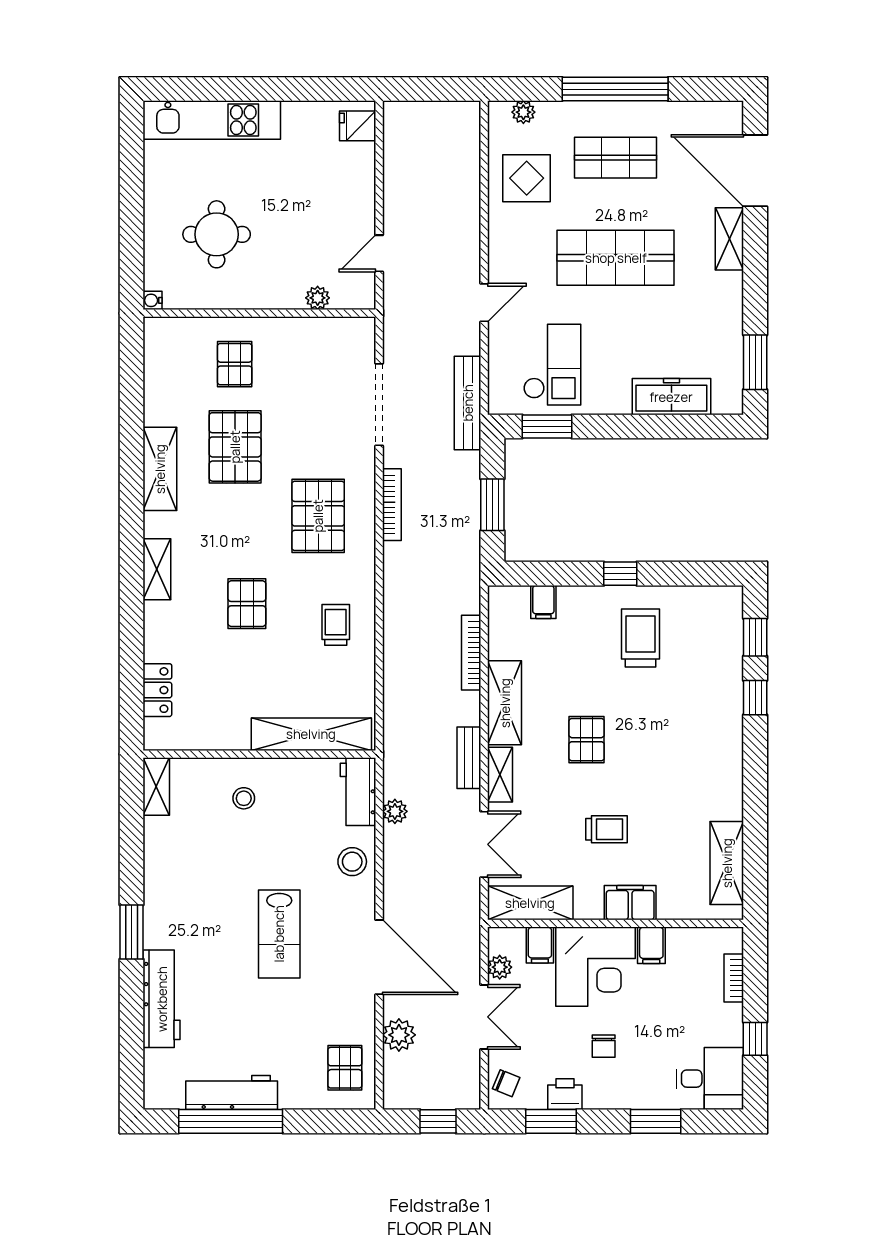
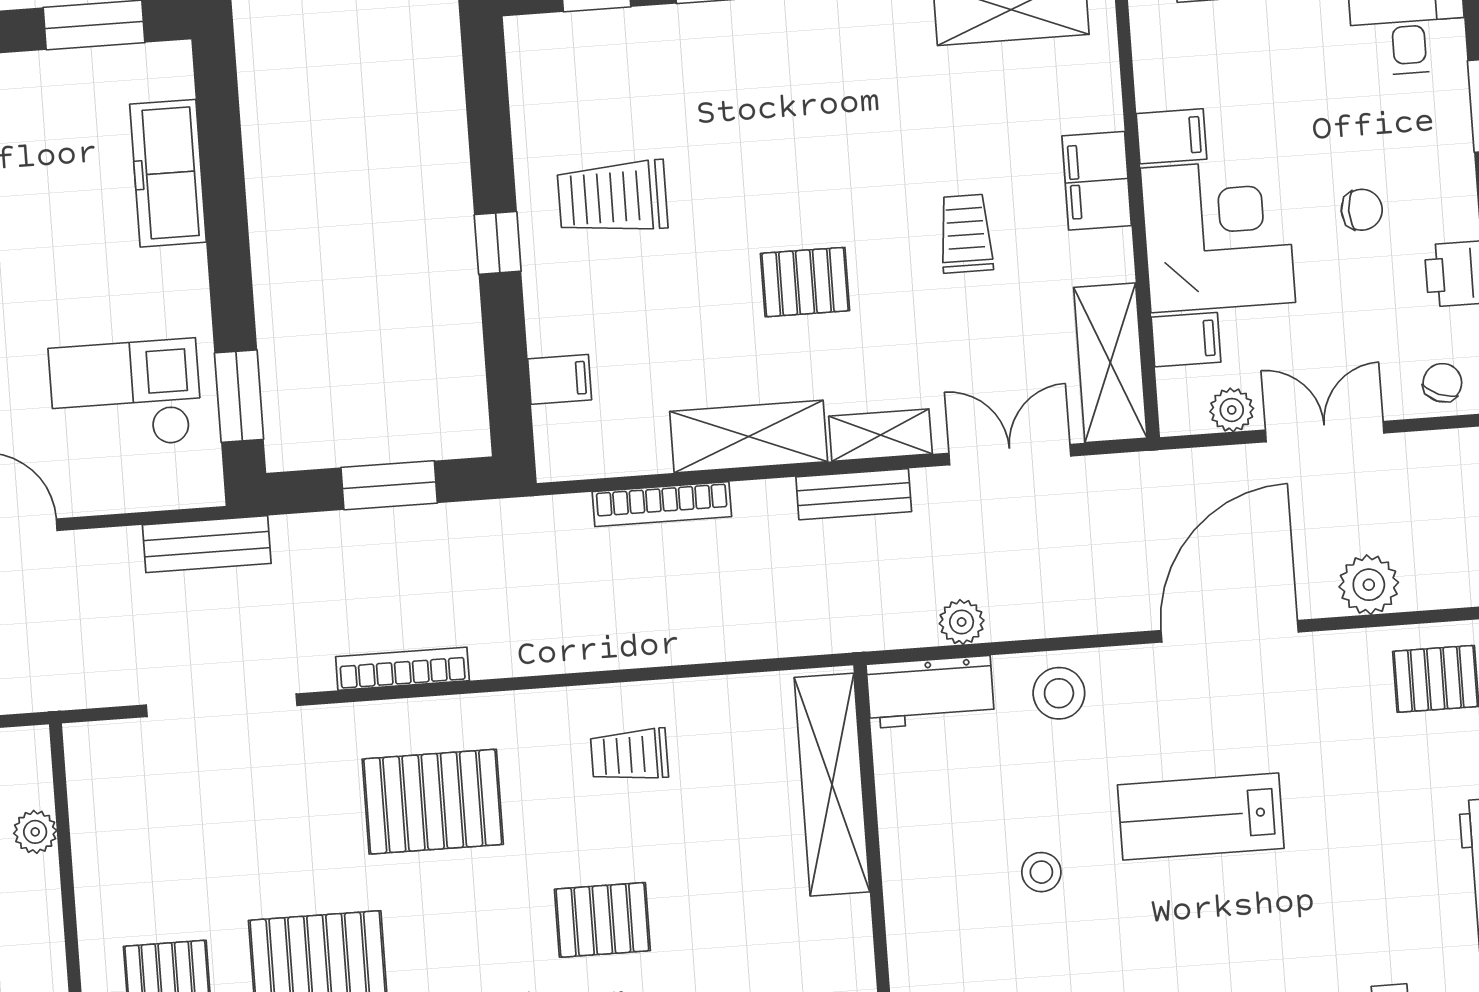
bench: (468, 403) -> (207, 544), width x0.73
stool: (244, 798) -> (1041, 872), moved
lab bench: (279, 934) -> (1201, 817), turned 180

